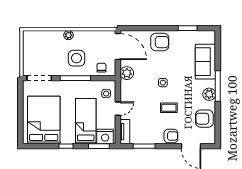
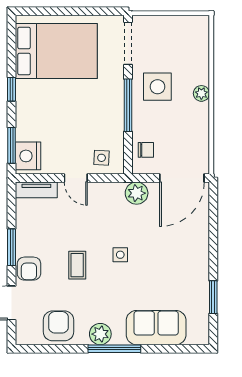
armchair: (160, 42) -> (190, 249), removed
side table: (76, 58) -> (157, 87), moved
bed: (86, 121) -> (54, 123), removed
window: (144, 146) -> (12, 247), moved

